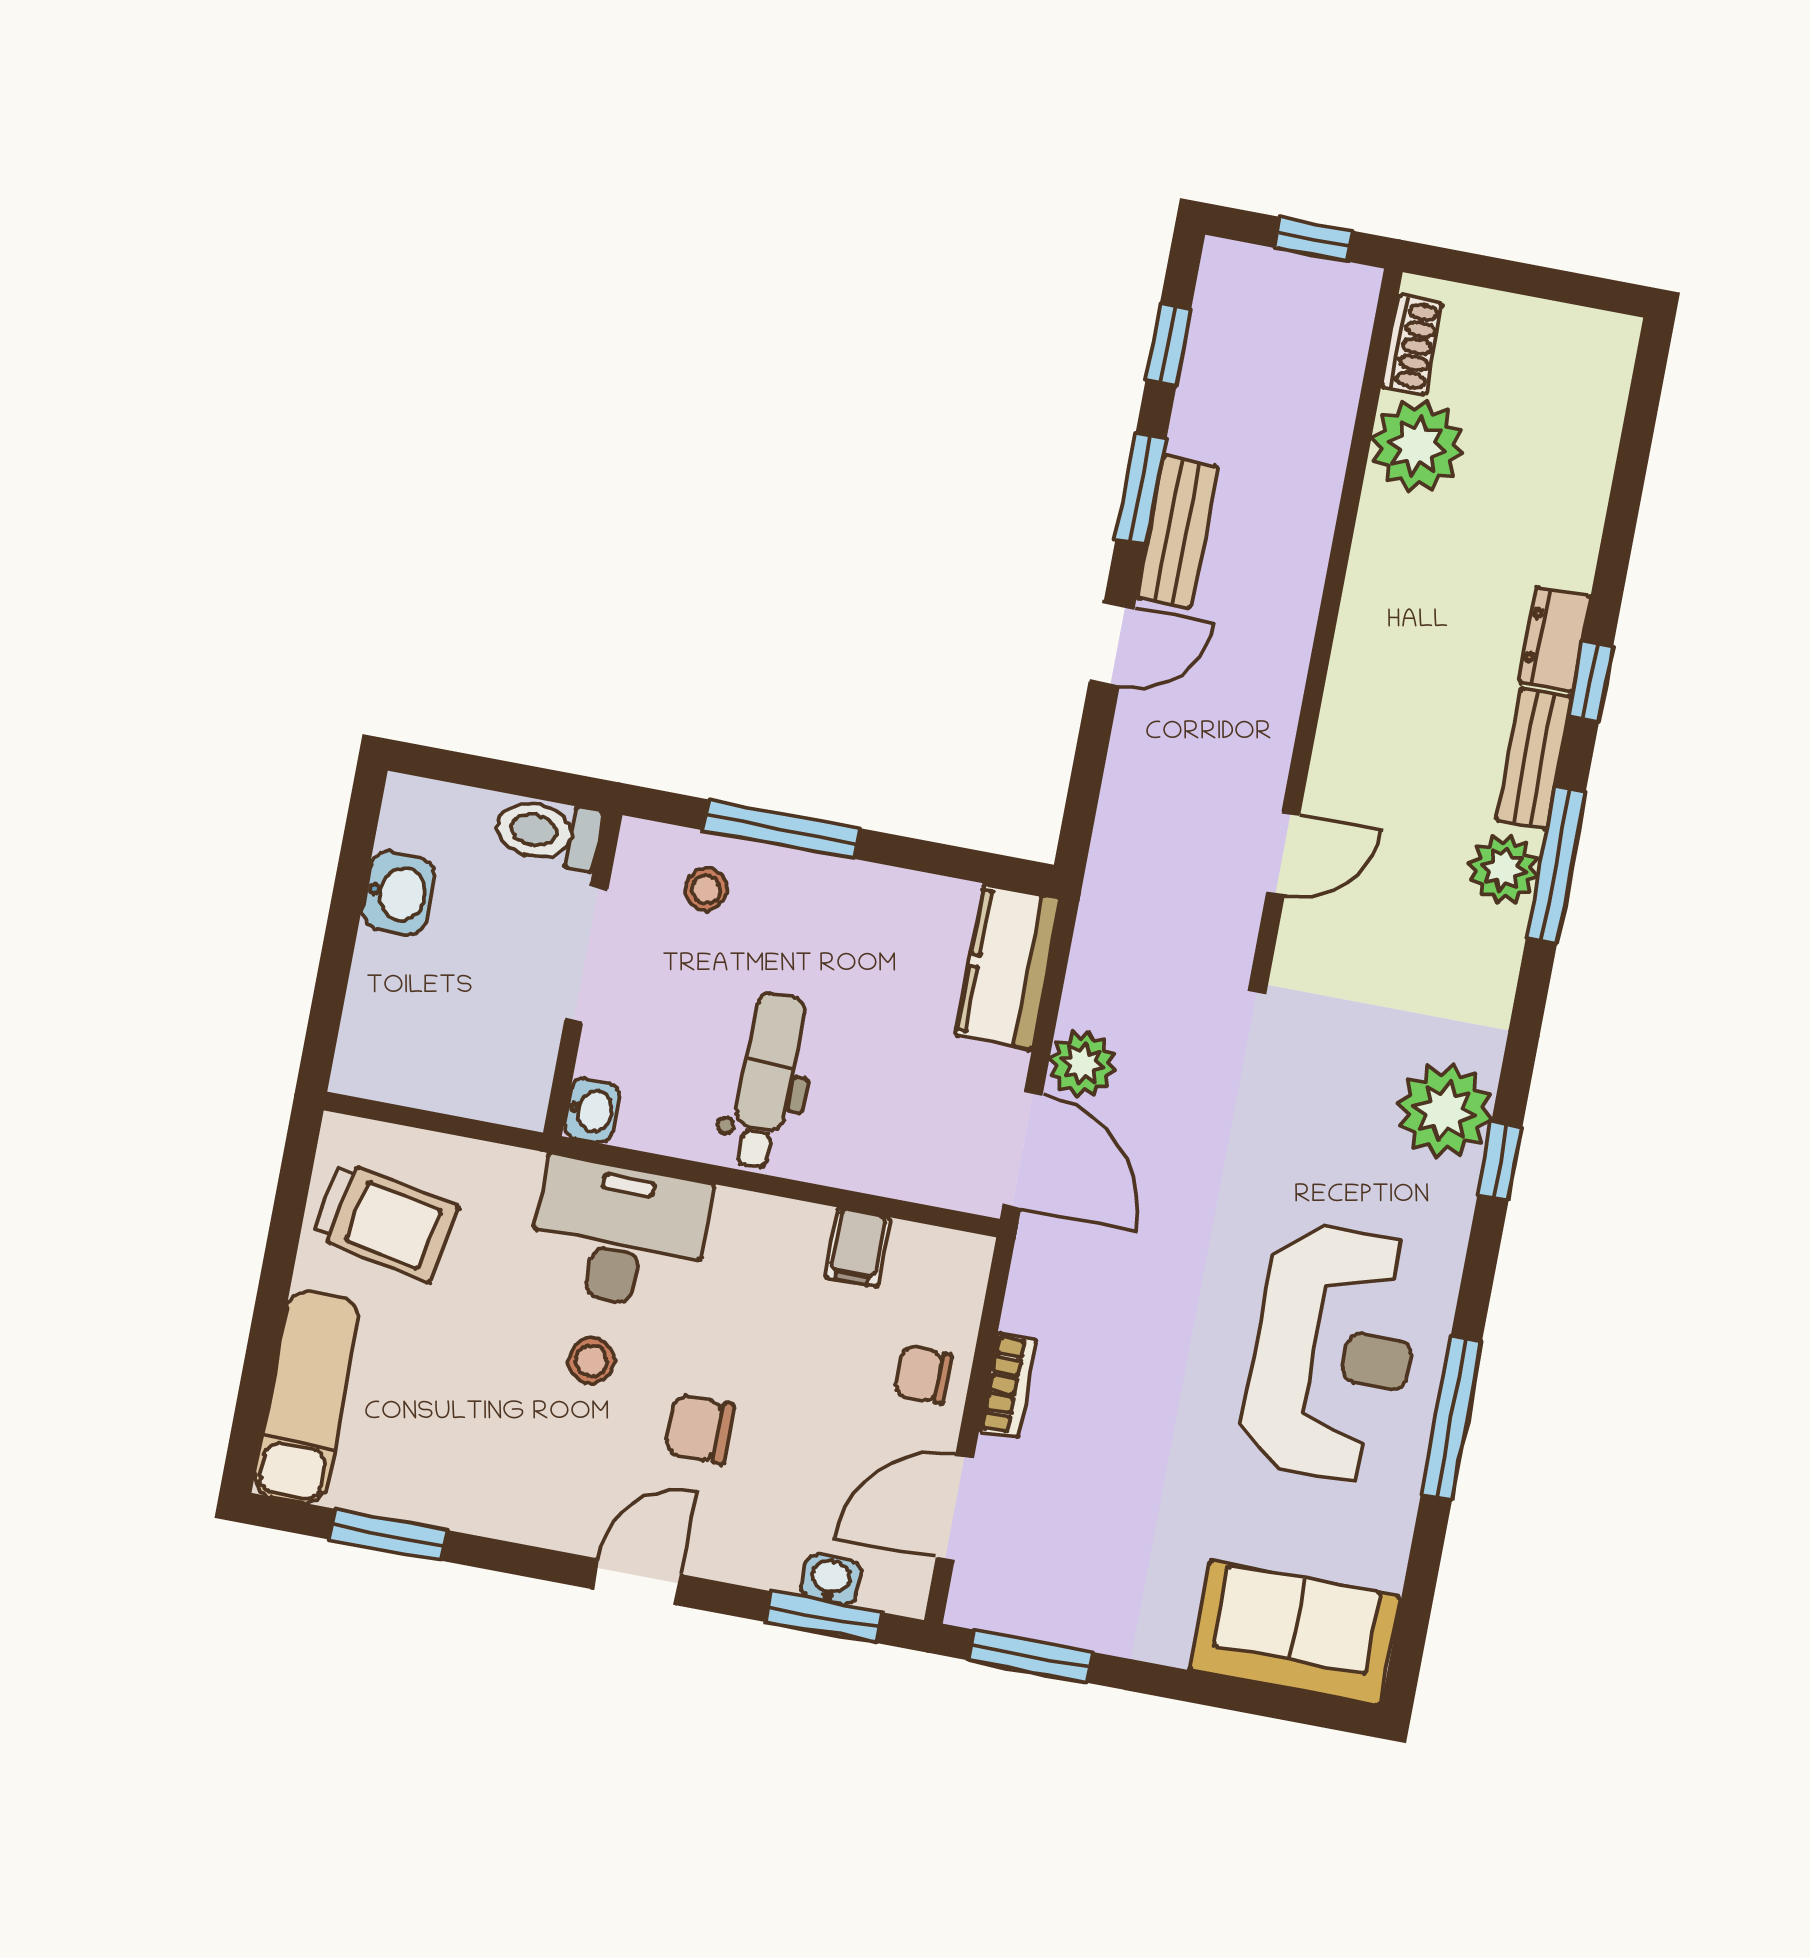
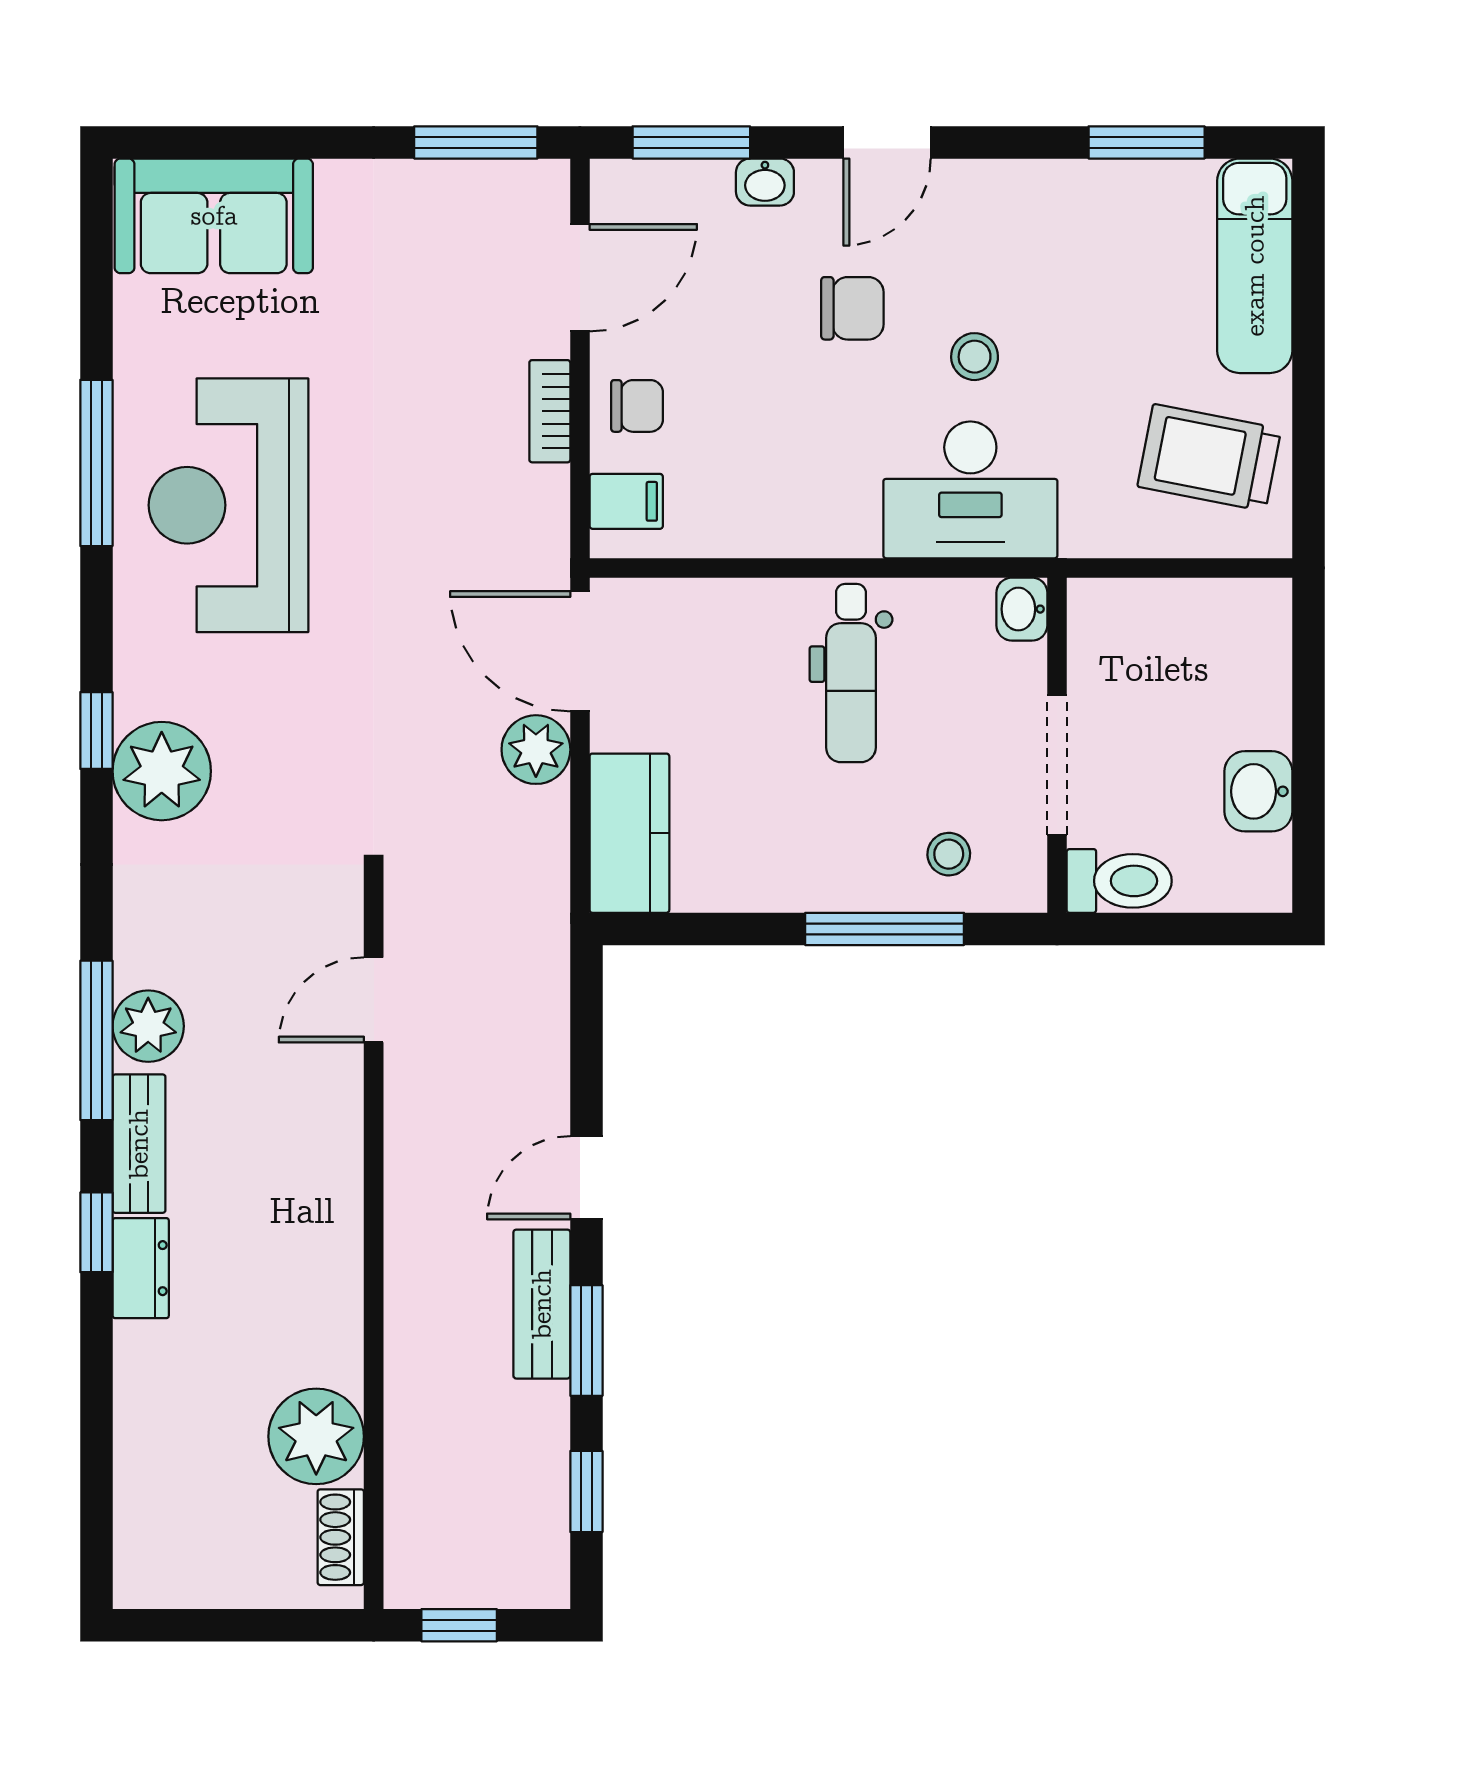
filing cabinet: (858, 1247) -> (626, 501), moved, turned 90
washbasin: (831, 1579) -> (765, 182), moved

